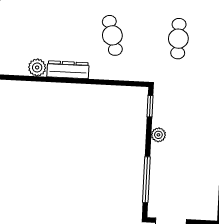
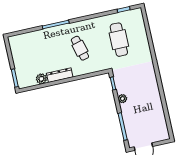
cafe table: (178, 39) -> (119, 40), width x1.37, depth x1.35

